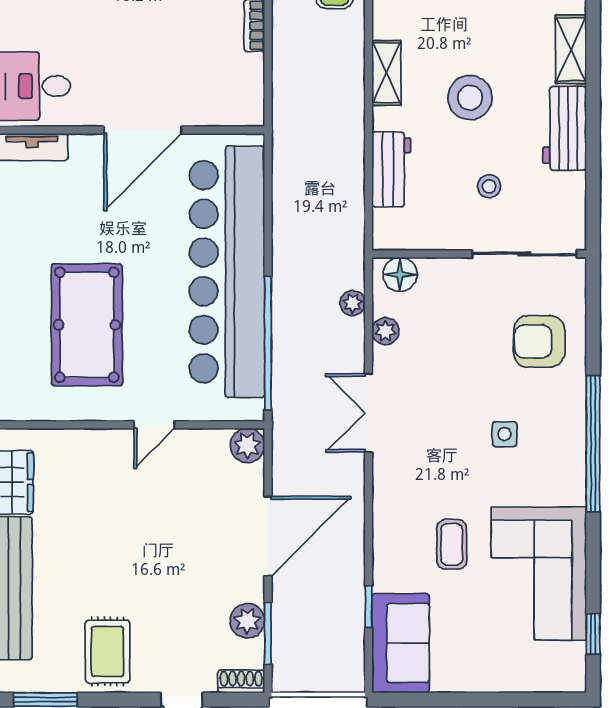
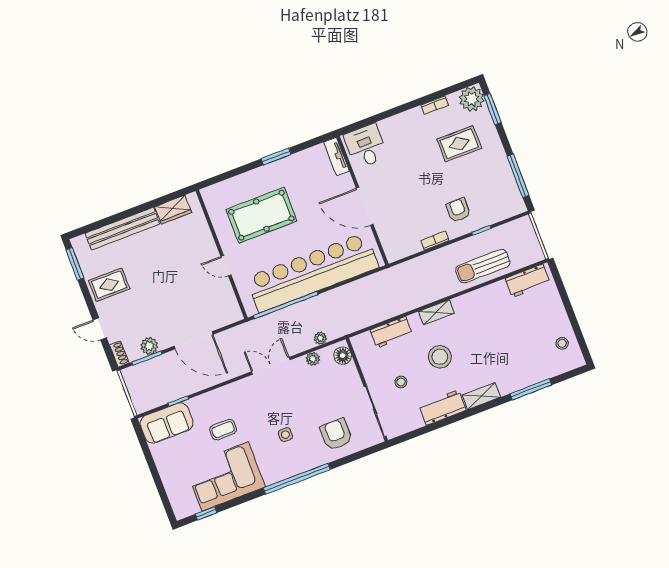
plant: (247, 445) -> (233, 314), removed

